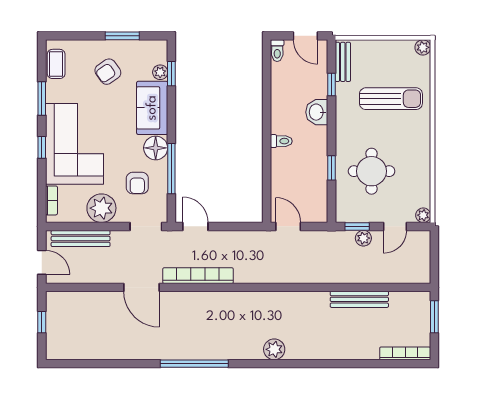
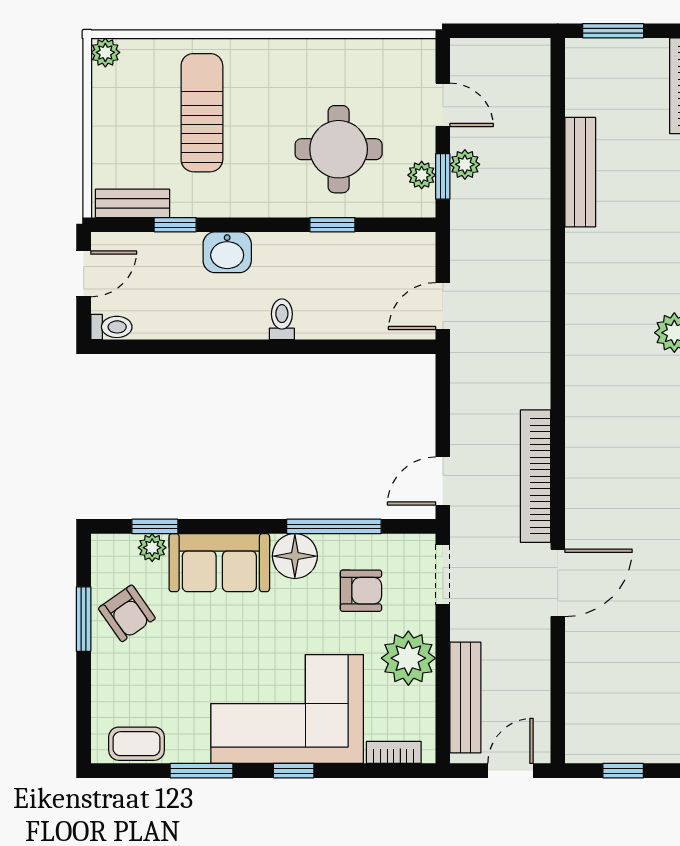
armchair: (108, 72) -> (127, 613), moved
plant: (423, 215) -> (422, 175), moved

